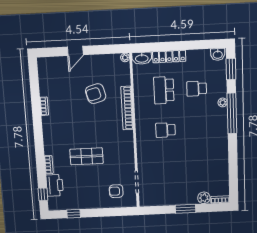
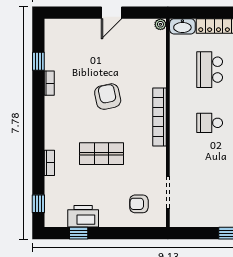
door: (75, 51) -> (111, 13), moved
window: (35, 90) -> (38, 61), added
armchair: (96, 94) -> (108, 97), moved, turned 93
bookcase: (127, 108) -> (160, 117), moved
printer: (55, 185) -> (83, 216), moved, turned -90

